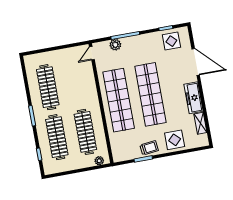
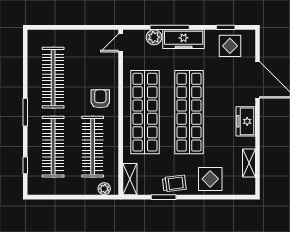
freezer: (137, 42) -> (184, 39), added
armchair: (85, 96) -> (100, 99), added
freezer: (193, 98) -> (246, 121), width x0.71
shelving: (116, 150) -> (130, 179), added

